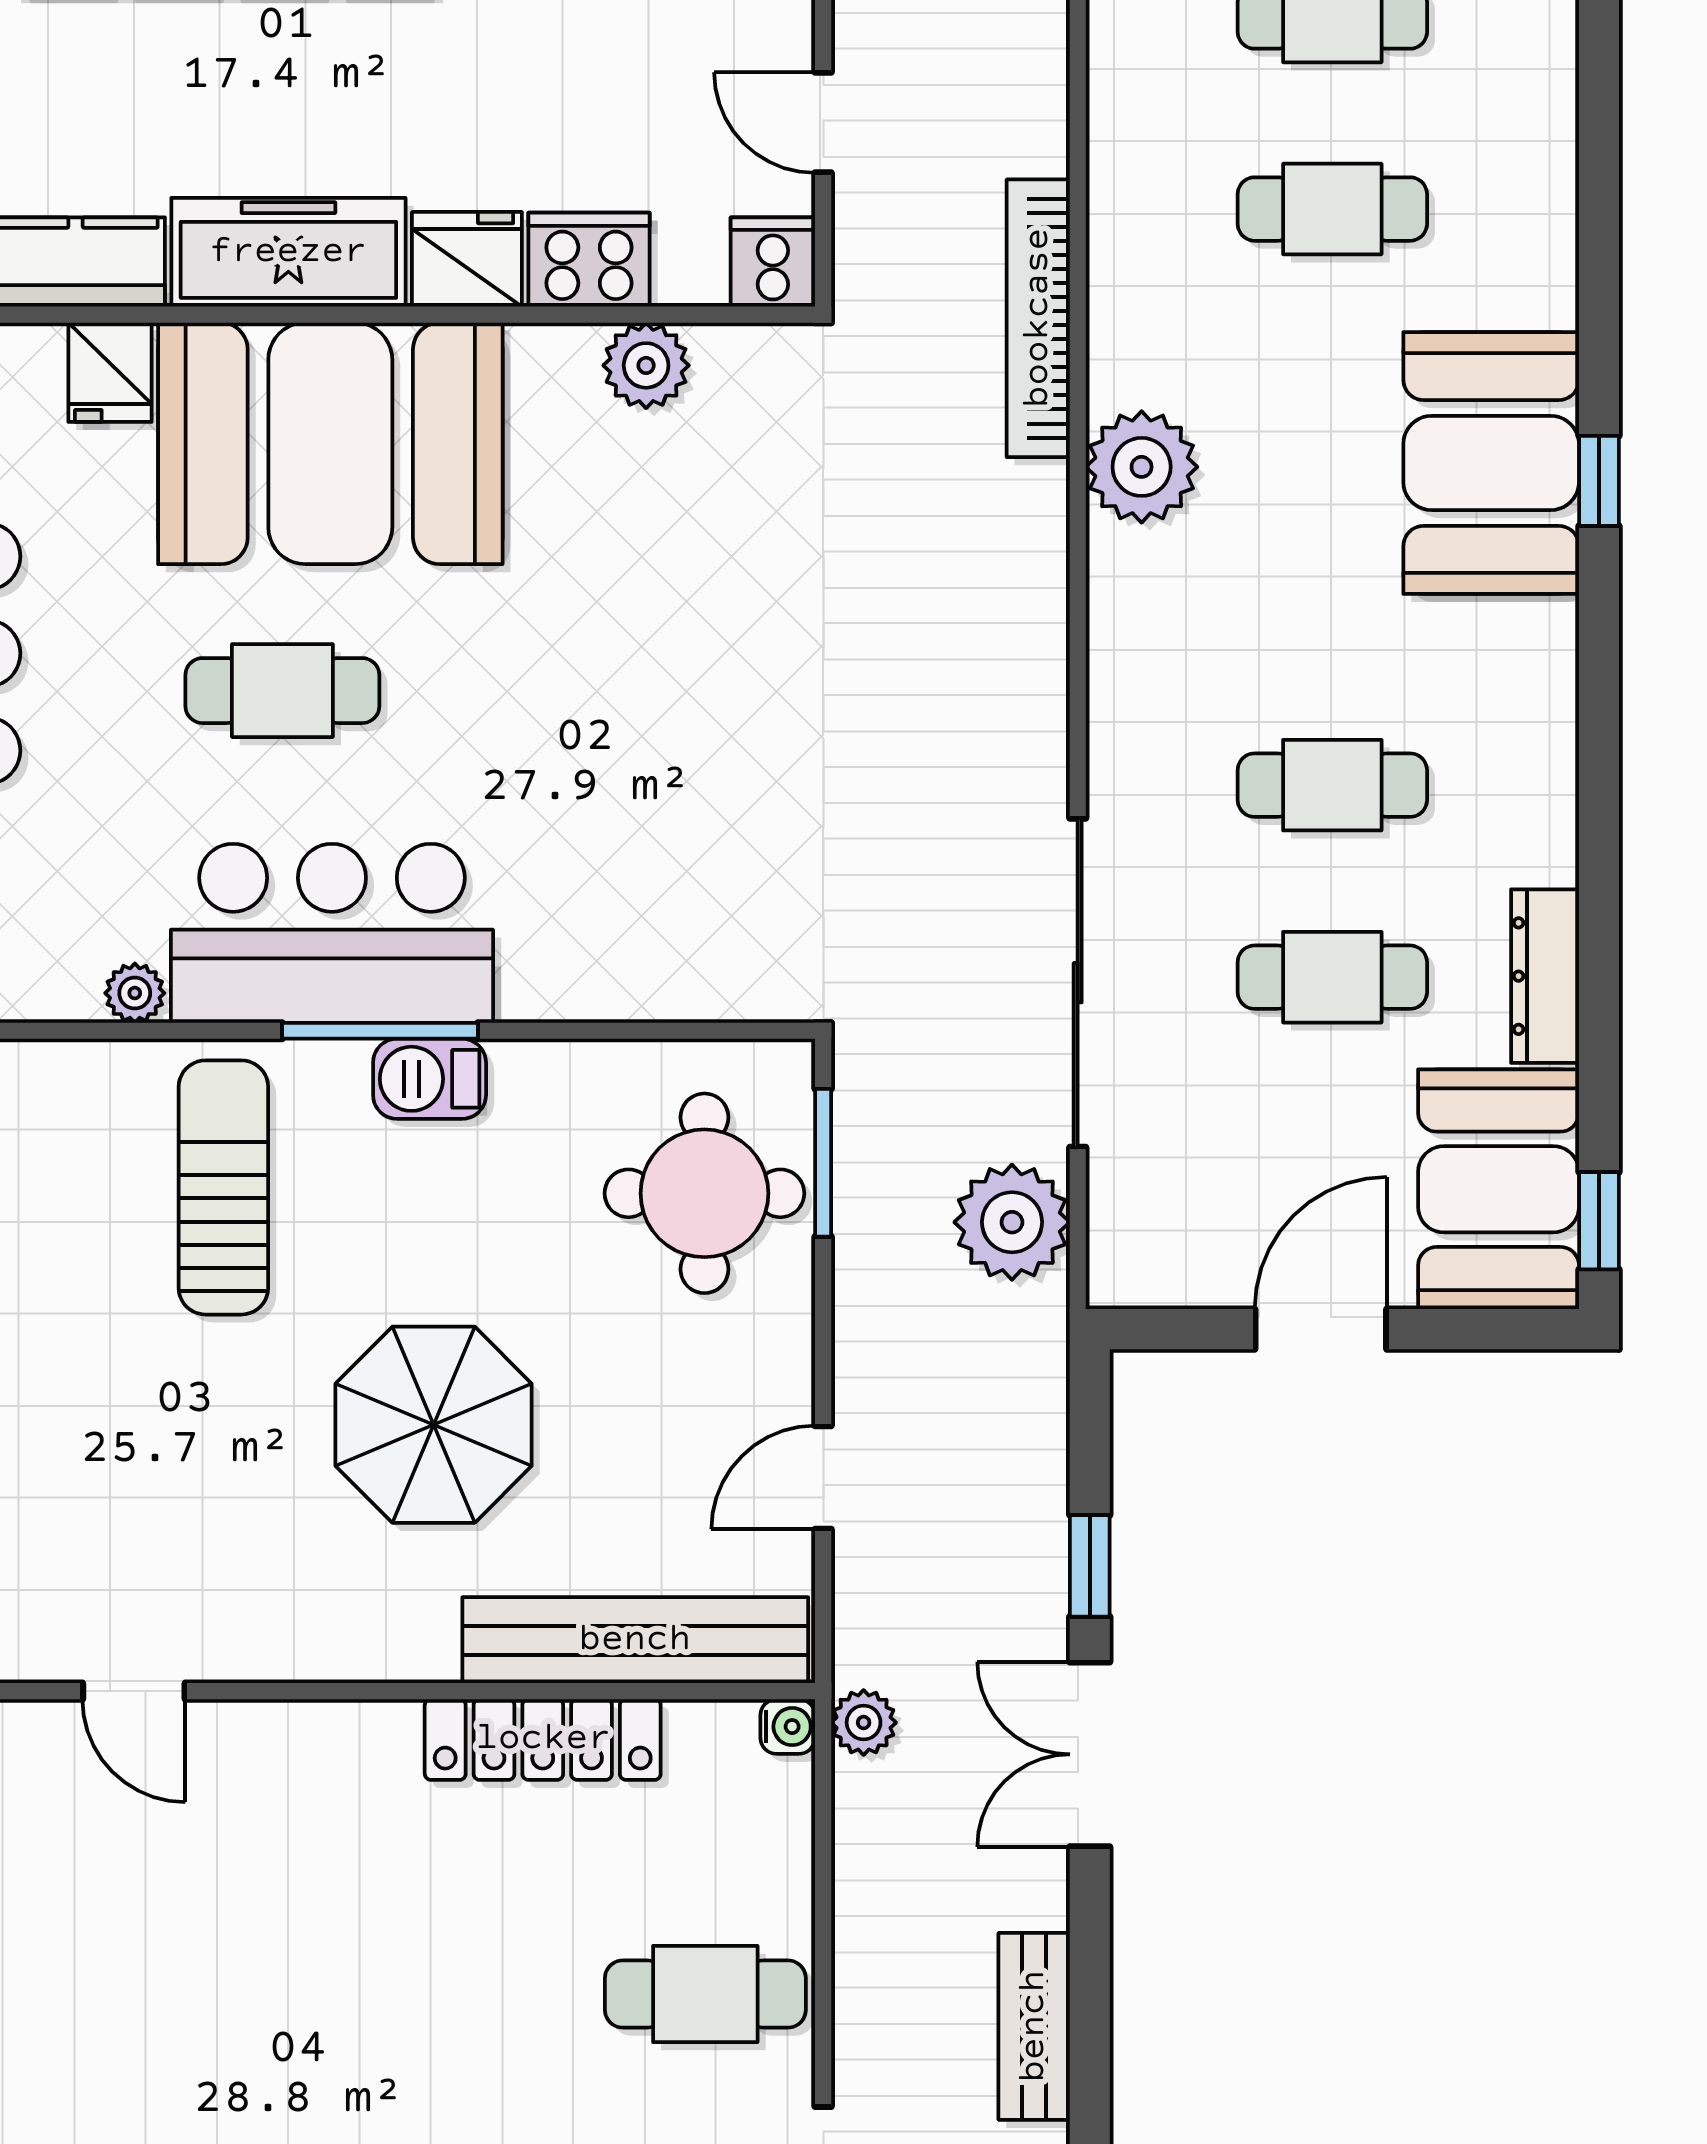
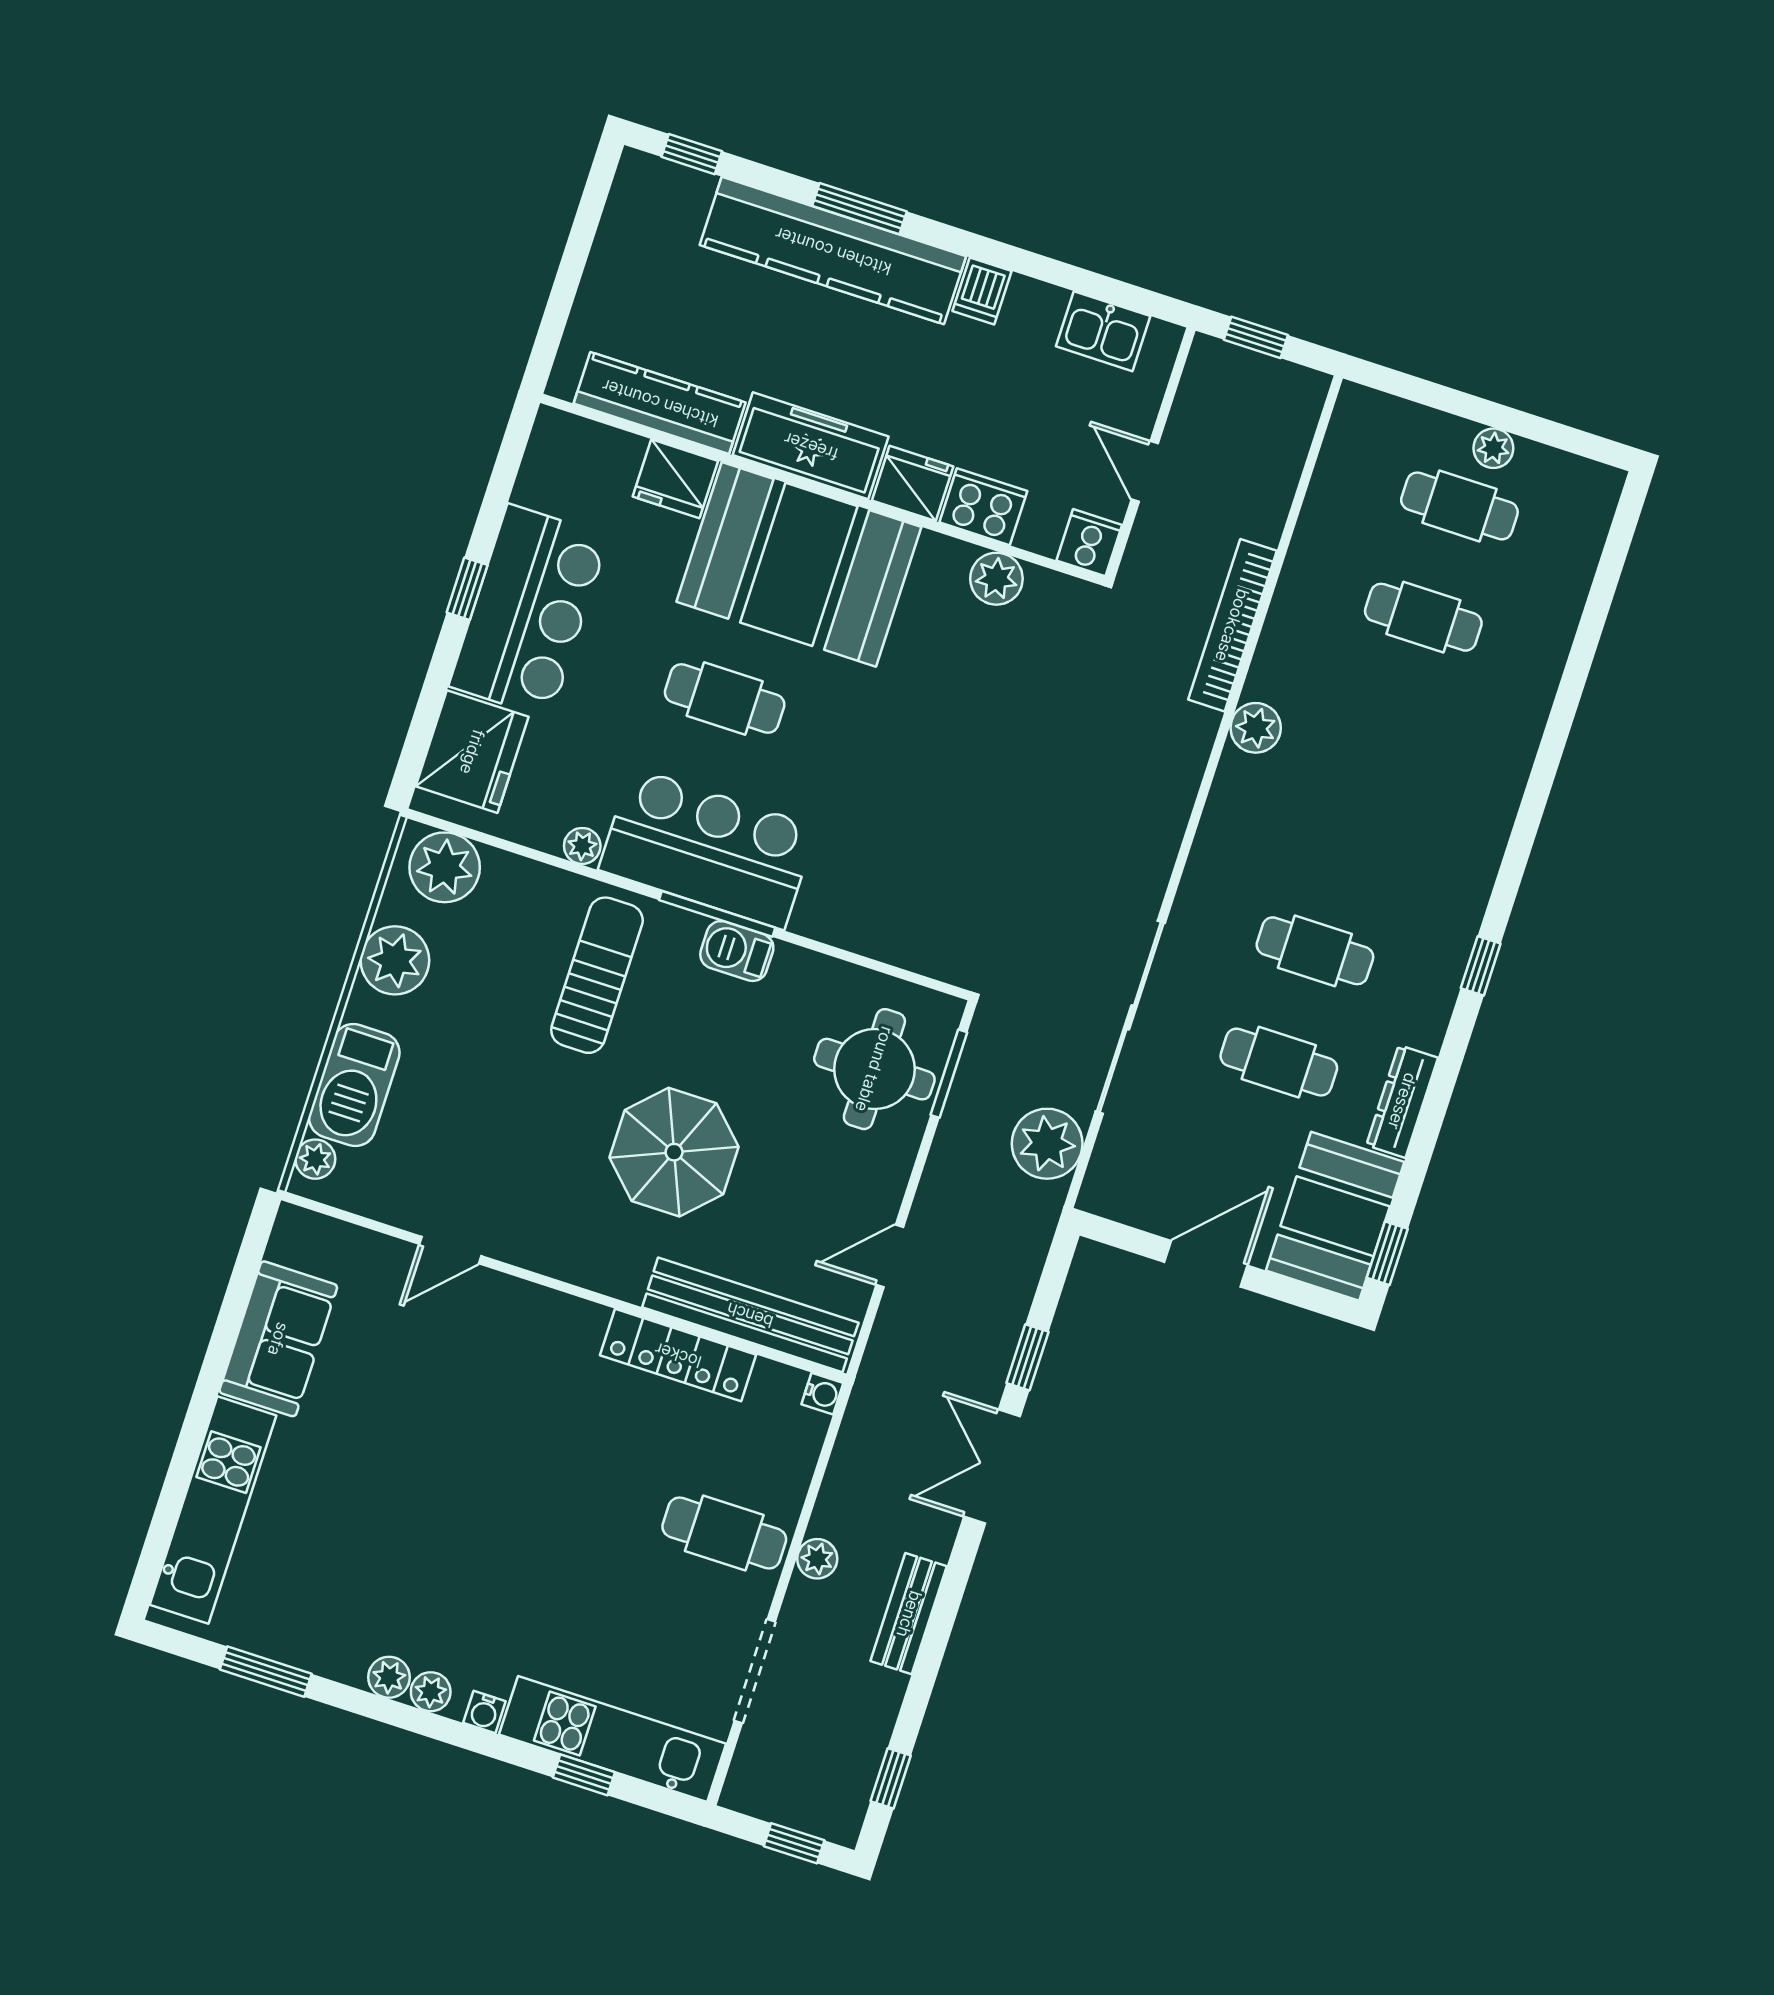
fridge: (110, 372) -> (675, 479), width x1.38
booth: (1491, 463) -> (1468, 794), removed
plant: (1142, 467) -> (1256, 728), width x0.73, depth x0.73
window: (1599, 481) -> (1481, 966), moved
door: (134, 1691) -> (450, 1250), hinge flipped
plant: (864, 1723) -> (817, 1559), moved

